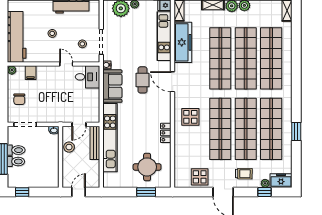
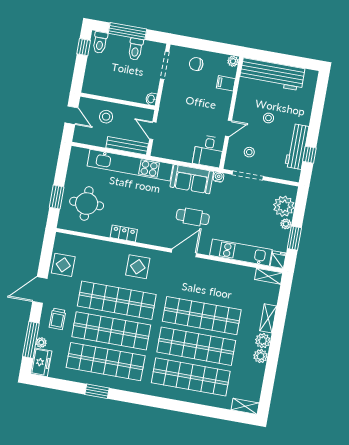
freezer: (183, 42) -> (229, 274), removed
stool: (69, 147) -> (106, 117), moved
toilet: (16, 162) -> (100, 42), moved
window: (264, 192) -> (31, 340), width x2.17

